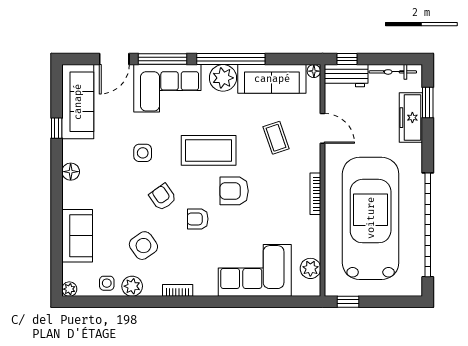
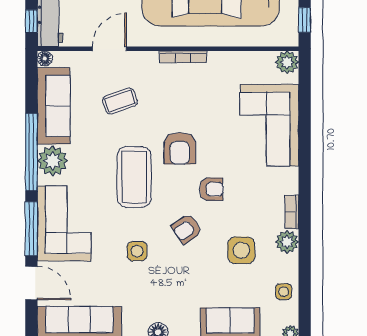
armchair: (198, 219) -> (211, 189), turned -90
side table: (143, 246) -> (241, 250), turned 34
plant: (310, 268) -> (287, 62), moved
plant: (132, 286) -> (287, 242), moved

